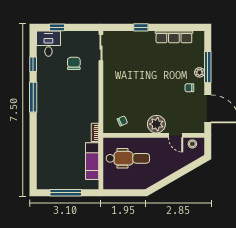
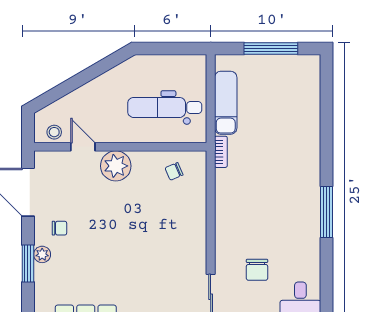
window: (33, 64) -> (327, 268), removed
window: (208, 67) -> (28, 264), width x0.69

